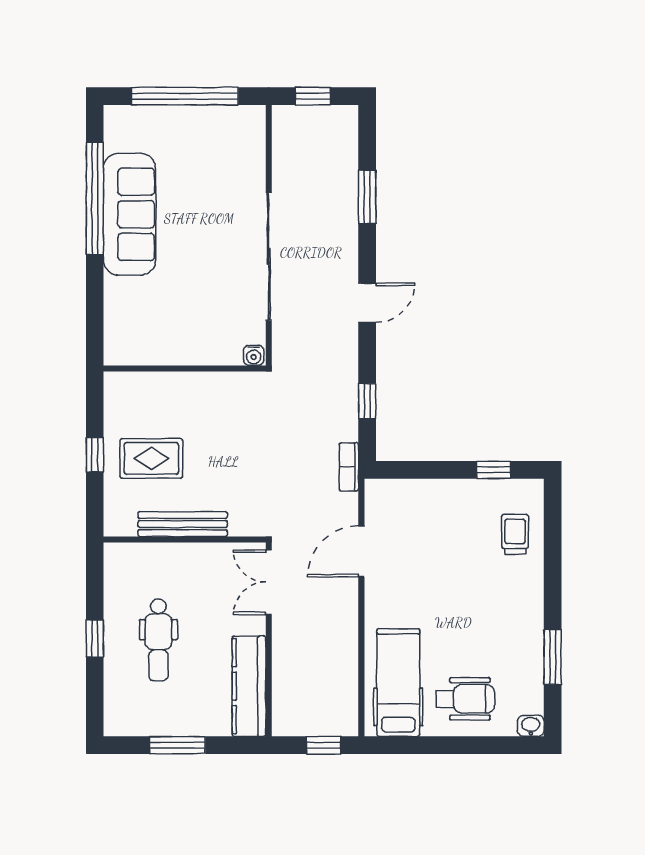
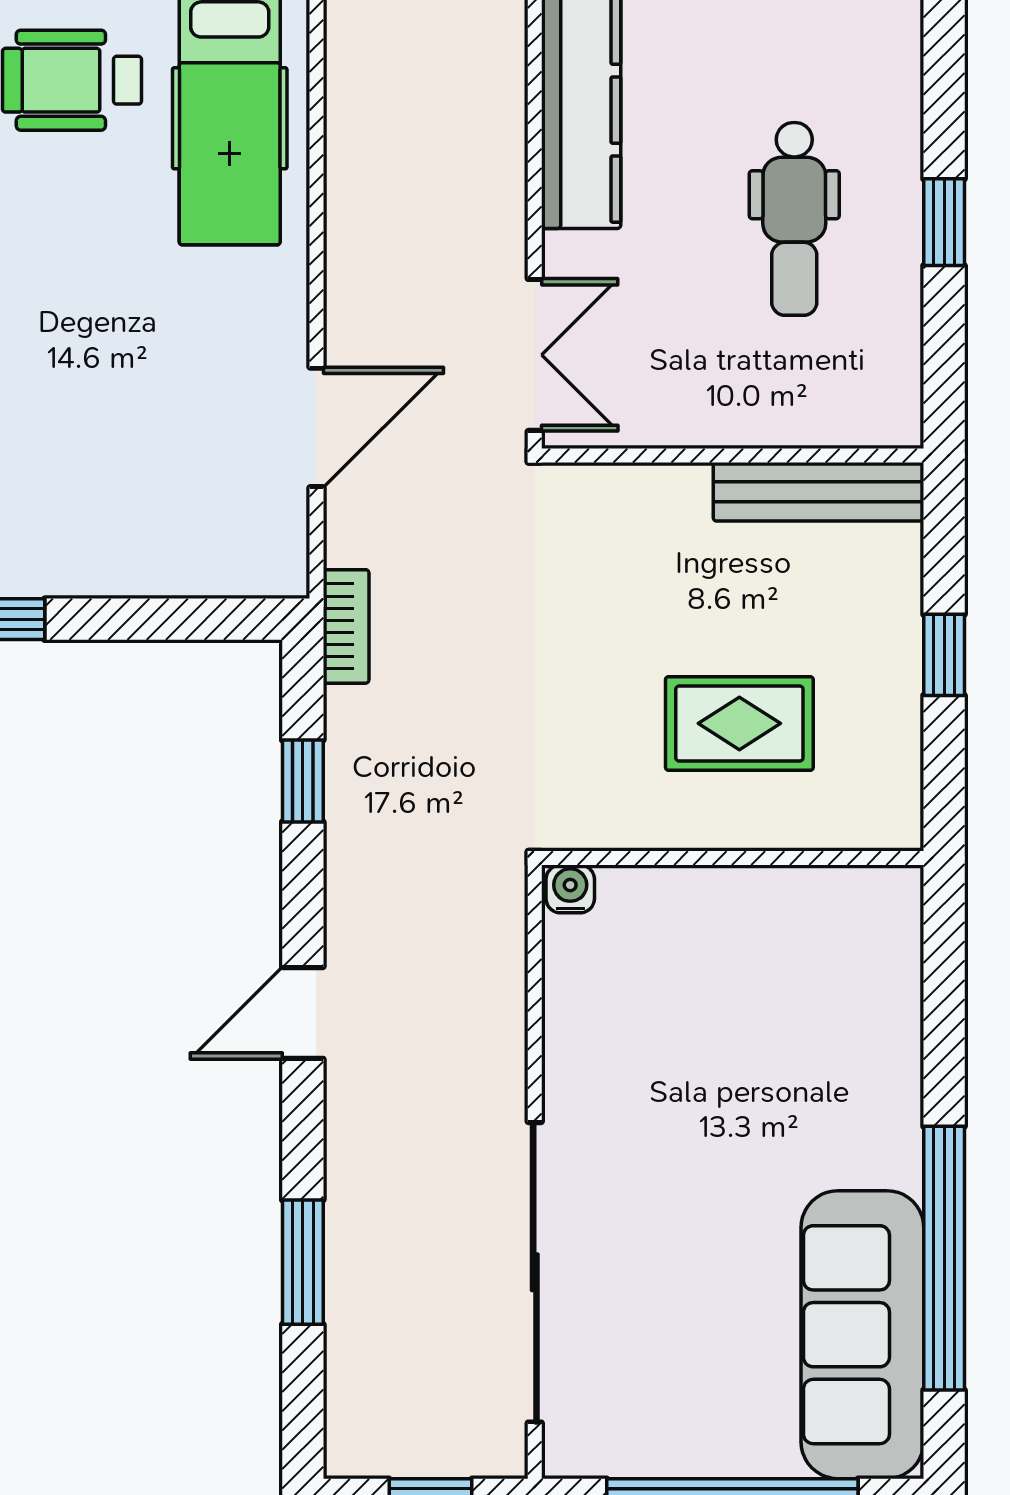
sofa: (130, 214) -> (862, 1335), moved
sliding door: (269, 256) -> (535, 1272), moved
rug: (151, 458) -> (739, 723), moved
bench: (183, 524) -> (819, 492), moved
dental chair: (158, 640) -> (794, 219), turned 180

